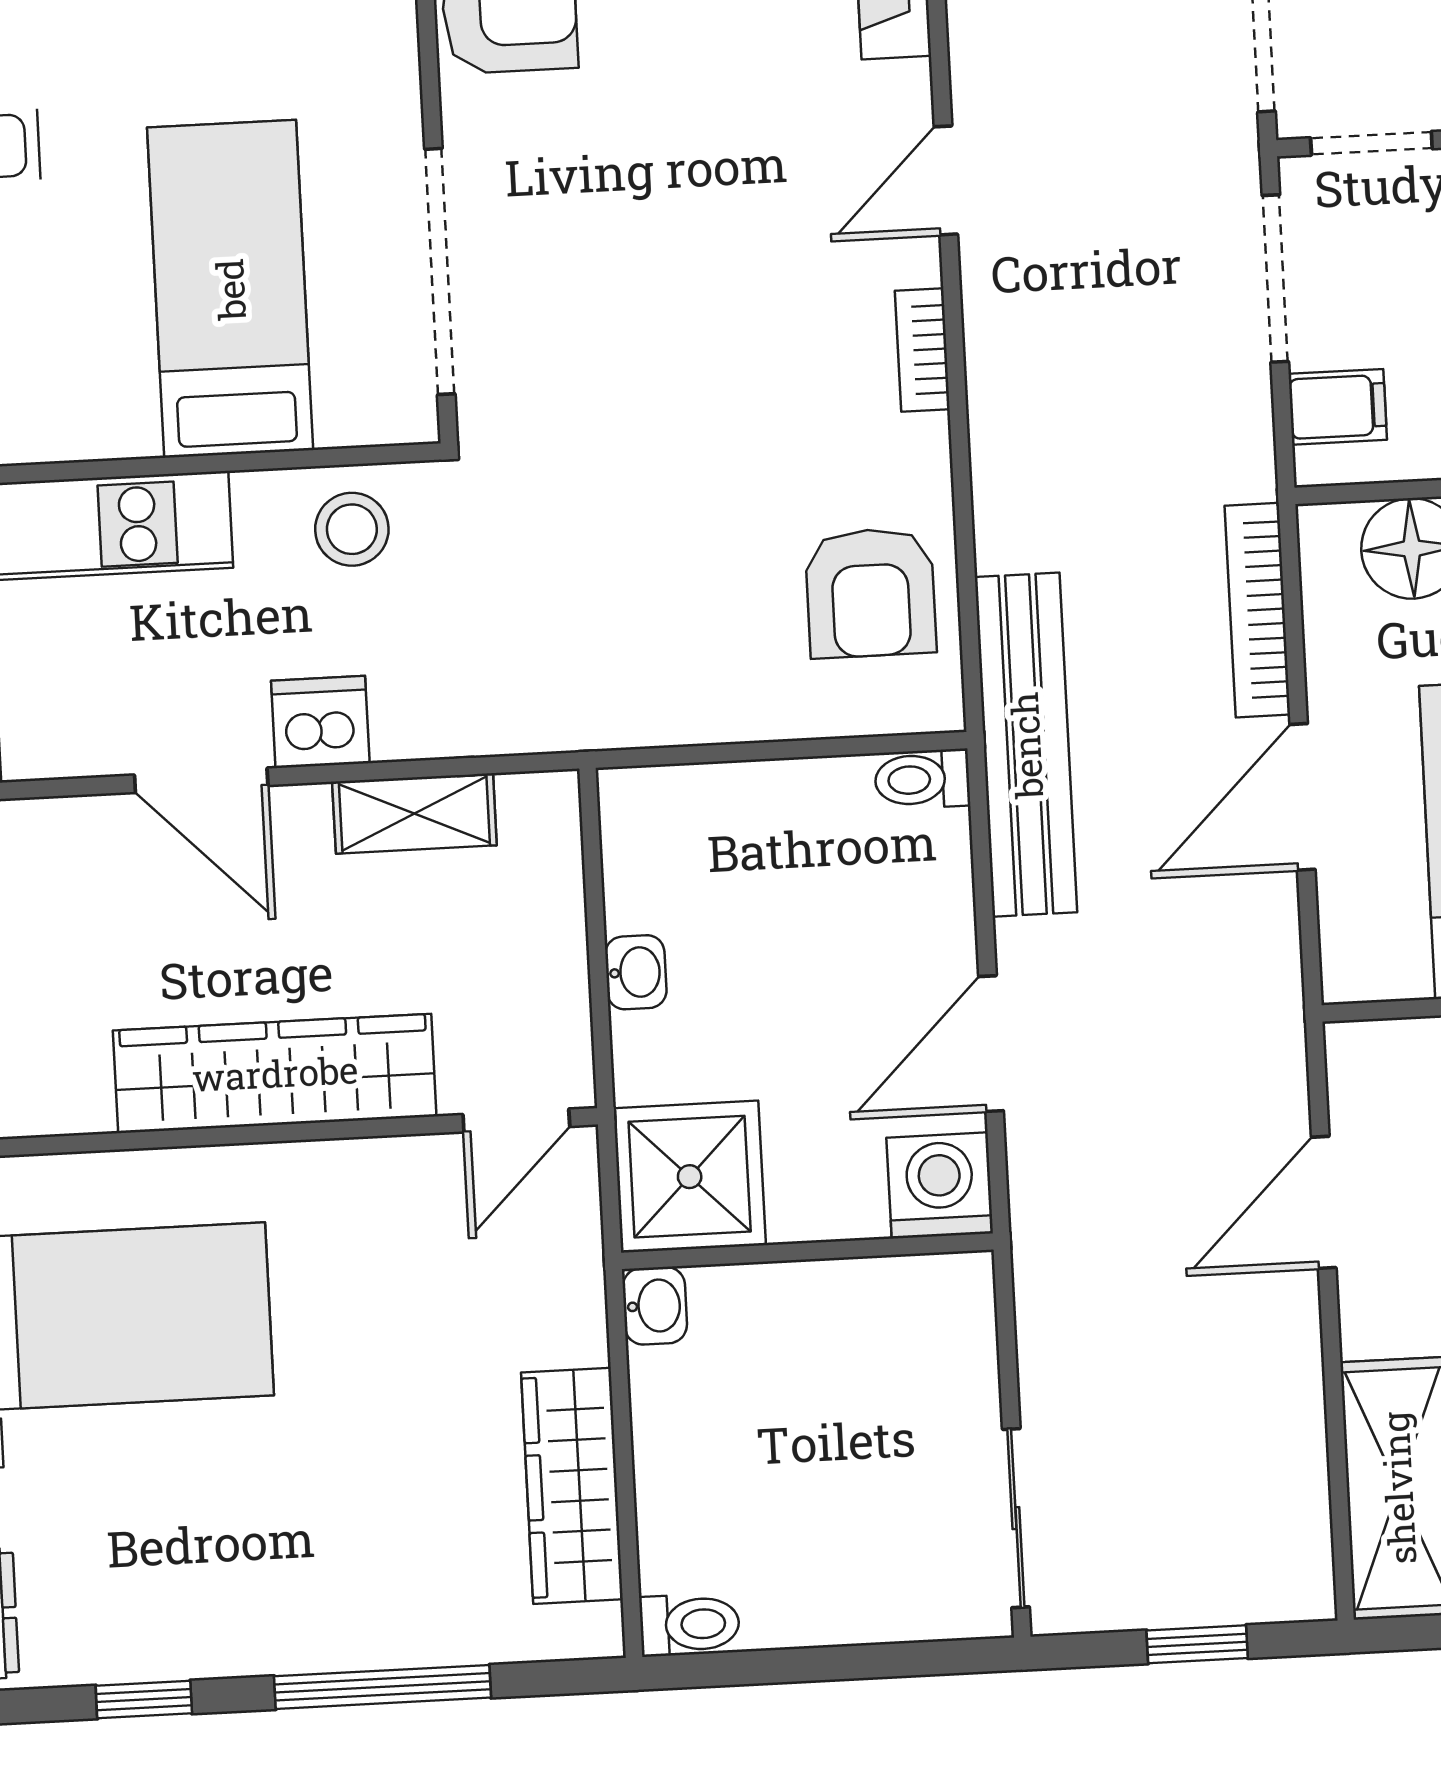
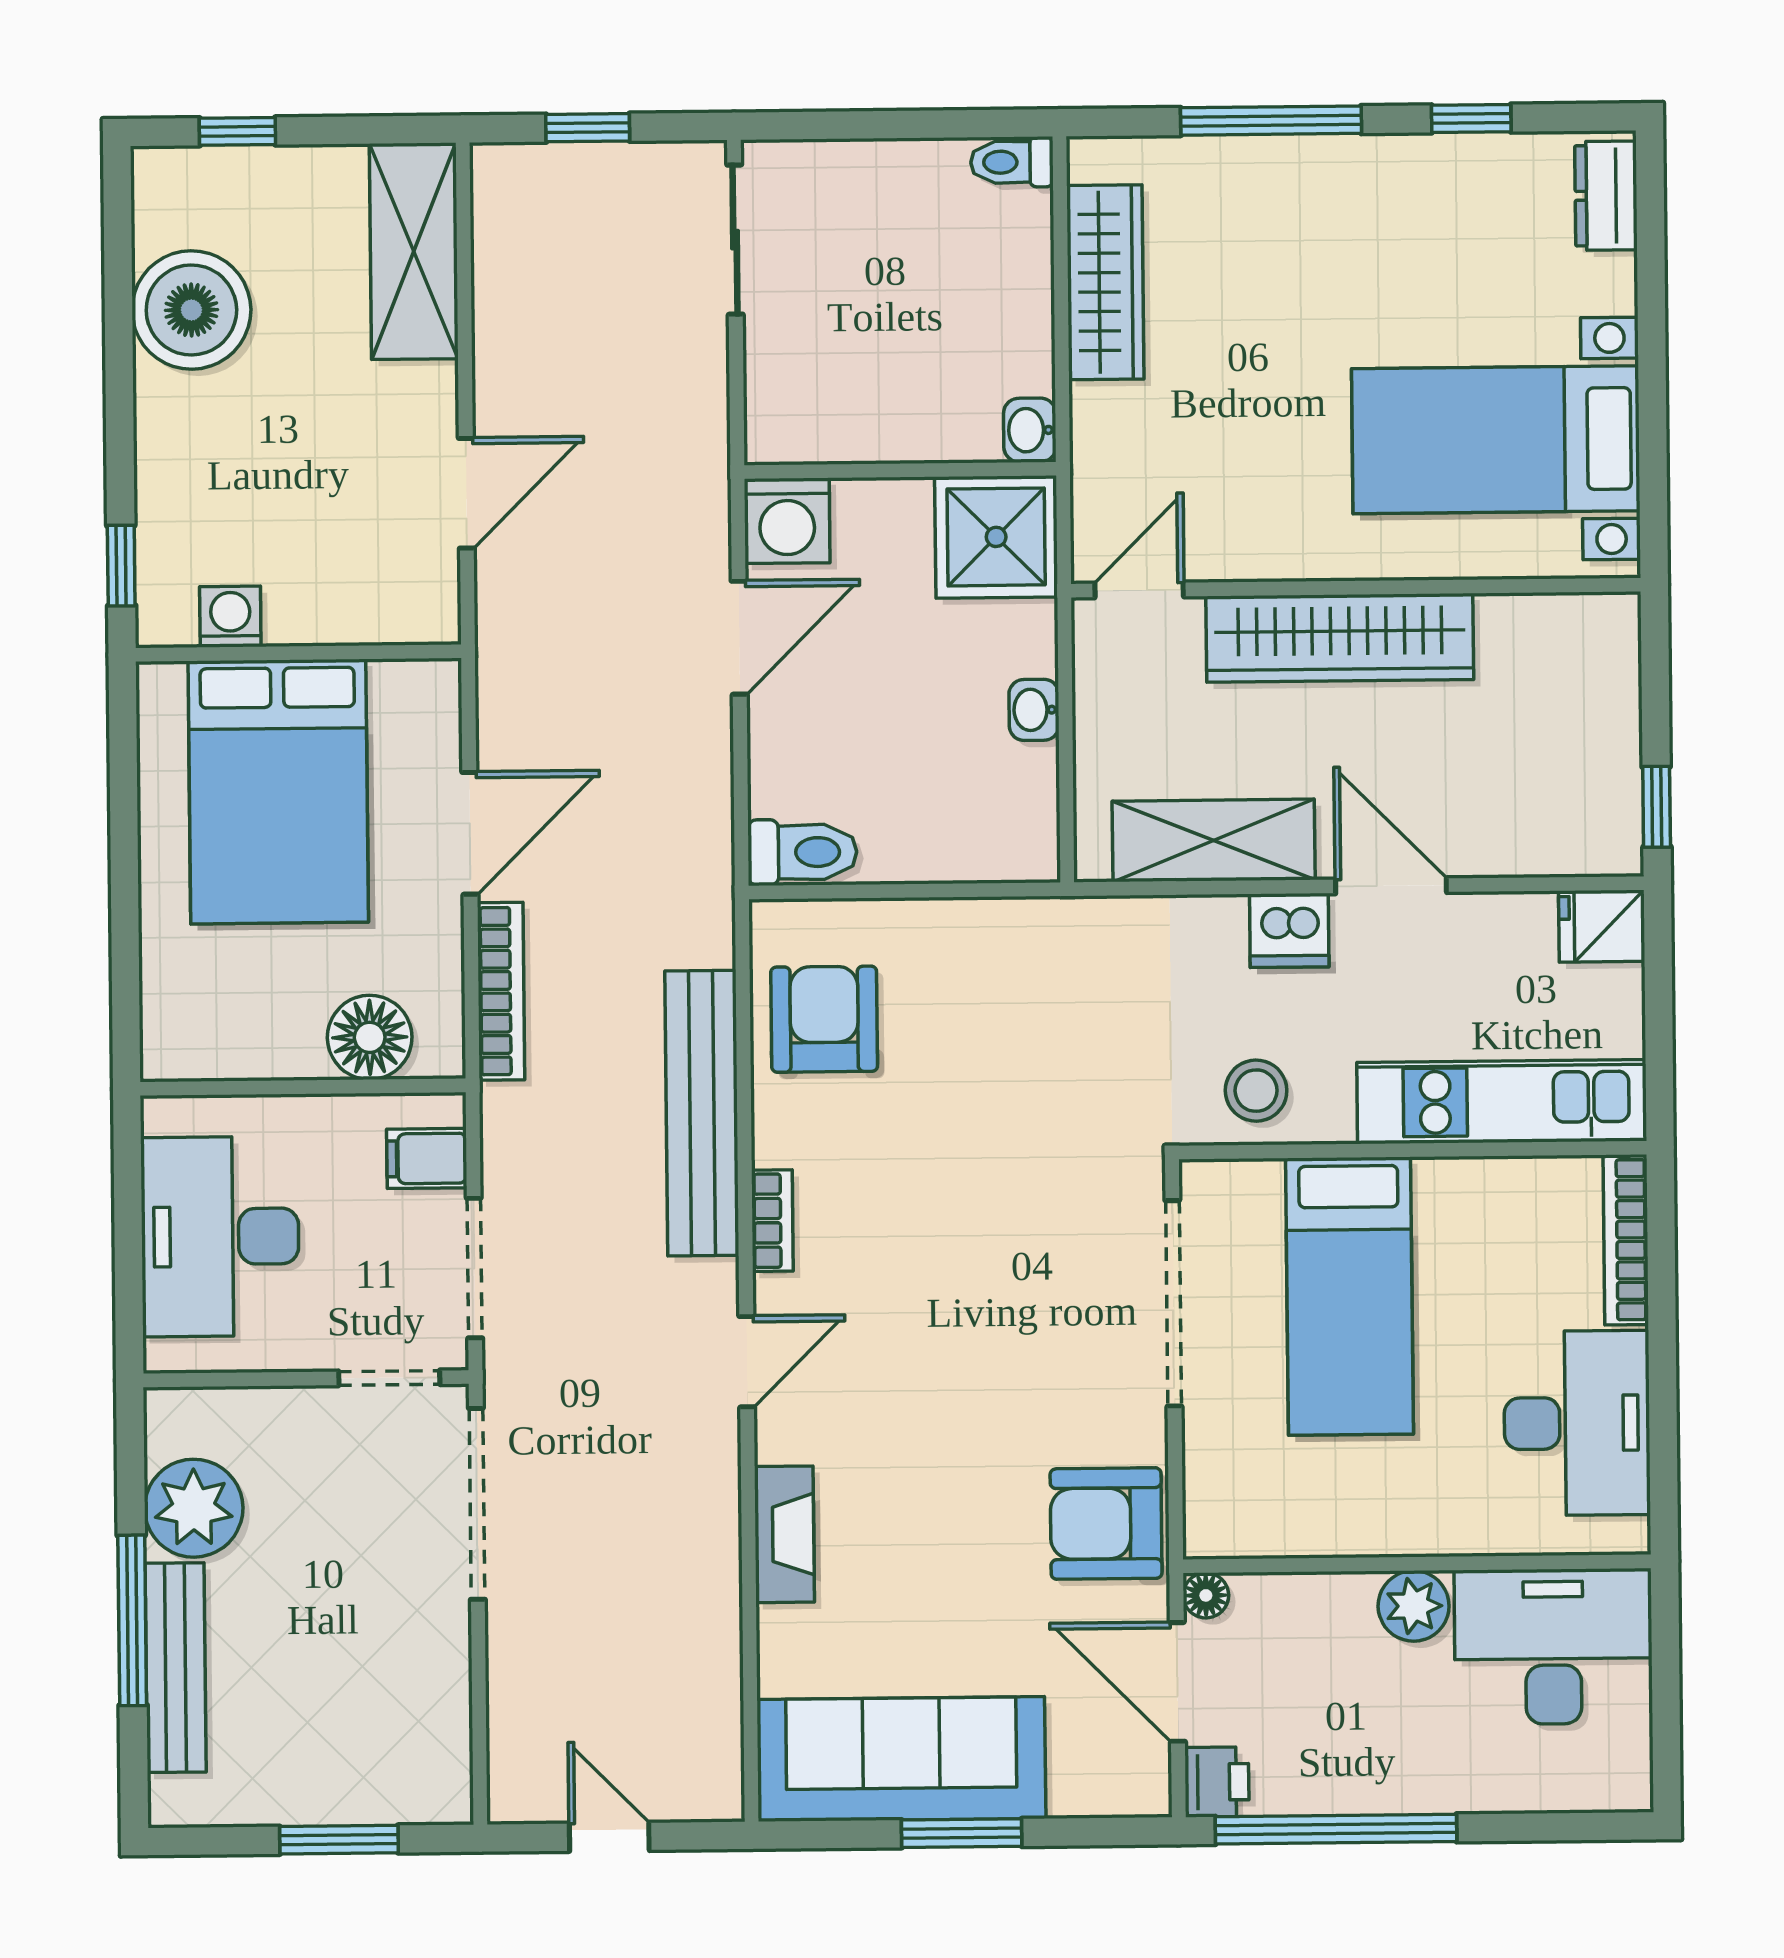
bench: (1026, 745) -> (702, 1113), moved
toilet: (922, 779) -> (802, 852), width x1.37, depth x1.39
shelving: (414, 813) -> (1214, 840), width x1.50, depth x1.33

